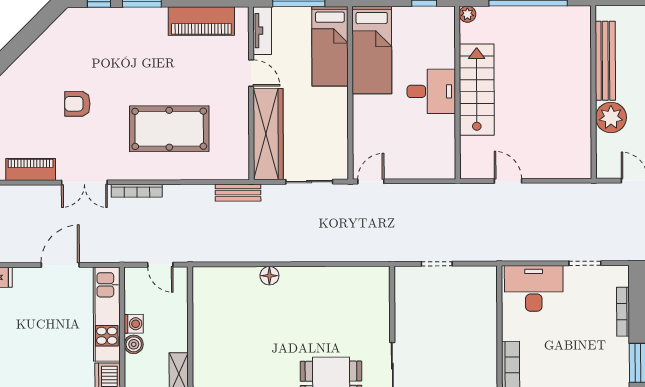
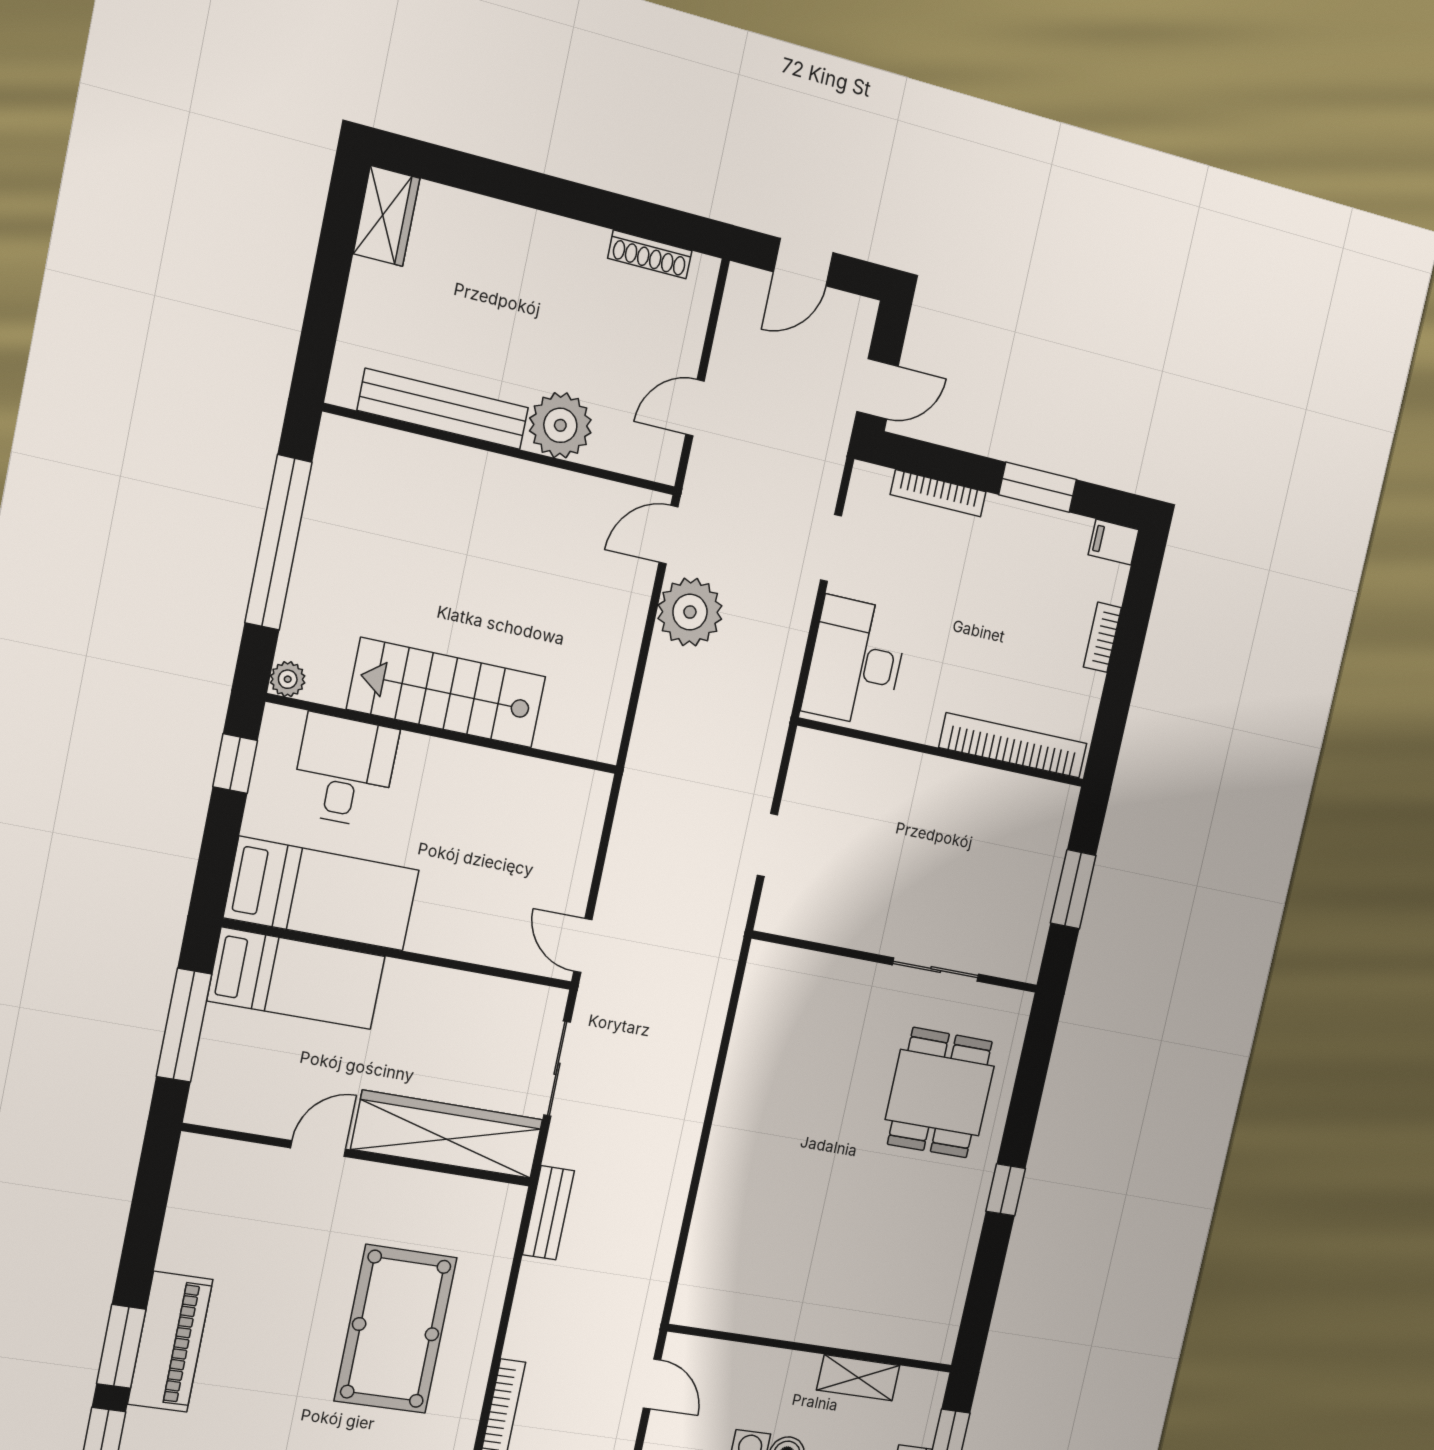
piano: (201, 21) -> (170, 1342), moved
tv unit: (262, 31) -> (236, 1112), removed
desk: (431, 91) -> (345, 771), moved
door: (508, 181) -> (669, 535), moved
plant: (539, 199) -> (690, 612), added
door: (160, 265) -> (652, 1384), hinge flipped
floor lamp: (269, 276) -> (718, 1177), removed

